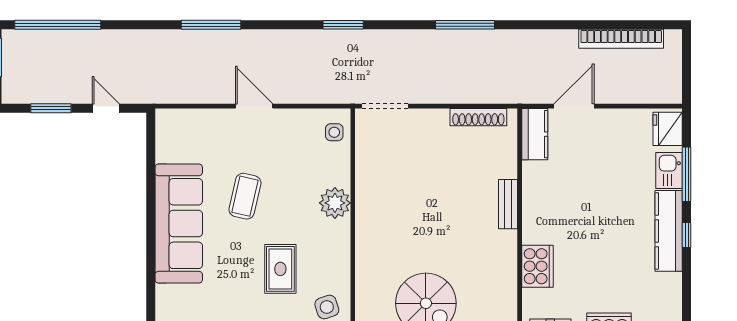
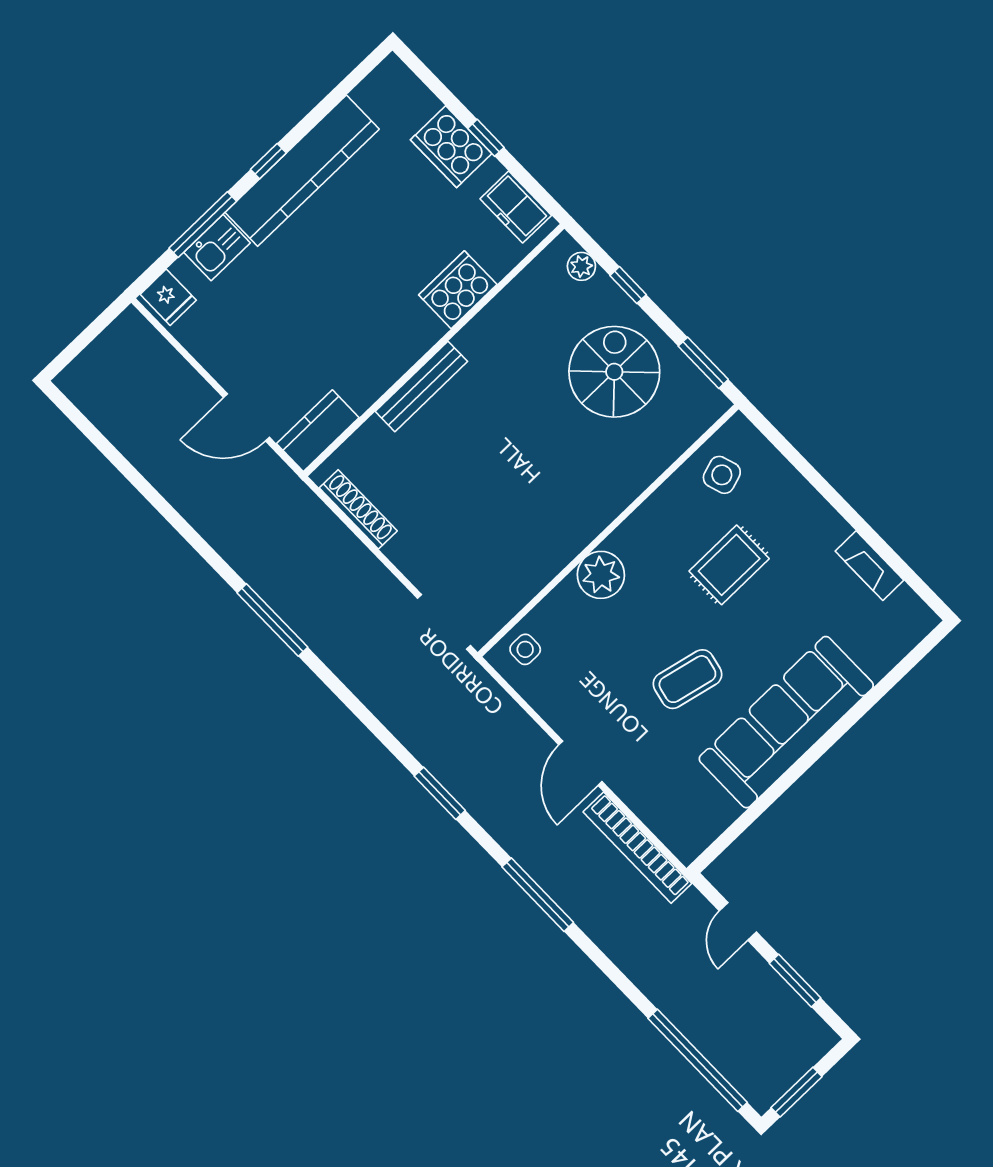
window: (343, 25) -> (440, 793), moved
bookcase: (621, 39) -> (637, 848), moved, turned 180
fridge: (668, 129) -> (168, 297), width x0.72
bench: (508, 204) -> (421, 386), width x1.36
kitchen counter: (669, 231) -> (302, 171), width x1.39, depth x1.17

